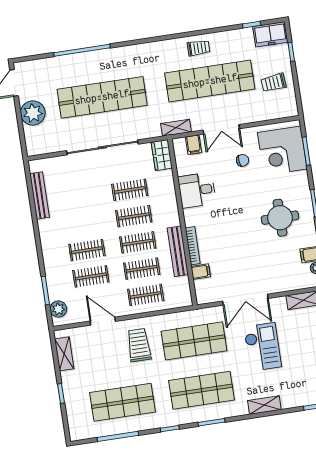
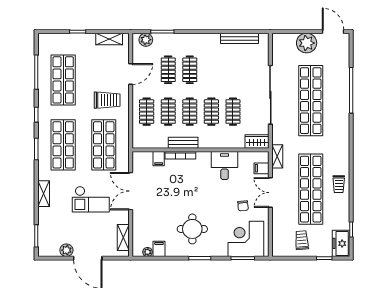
bench: (178, 251) -> (183, 143), width x0.73

